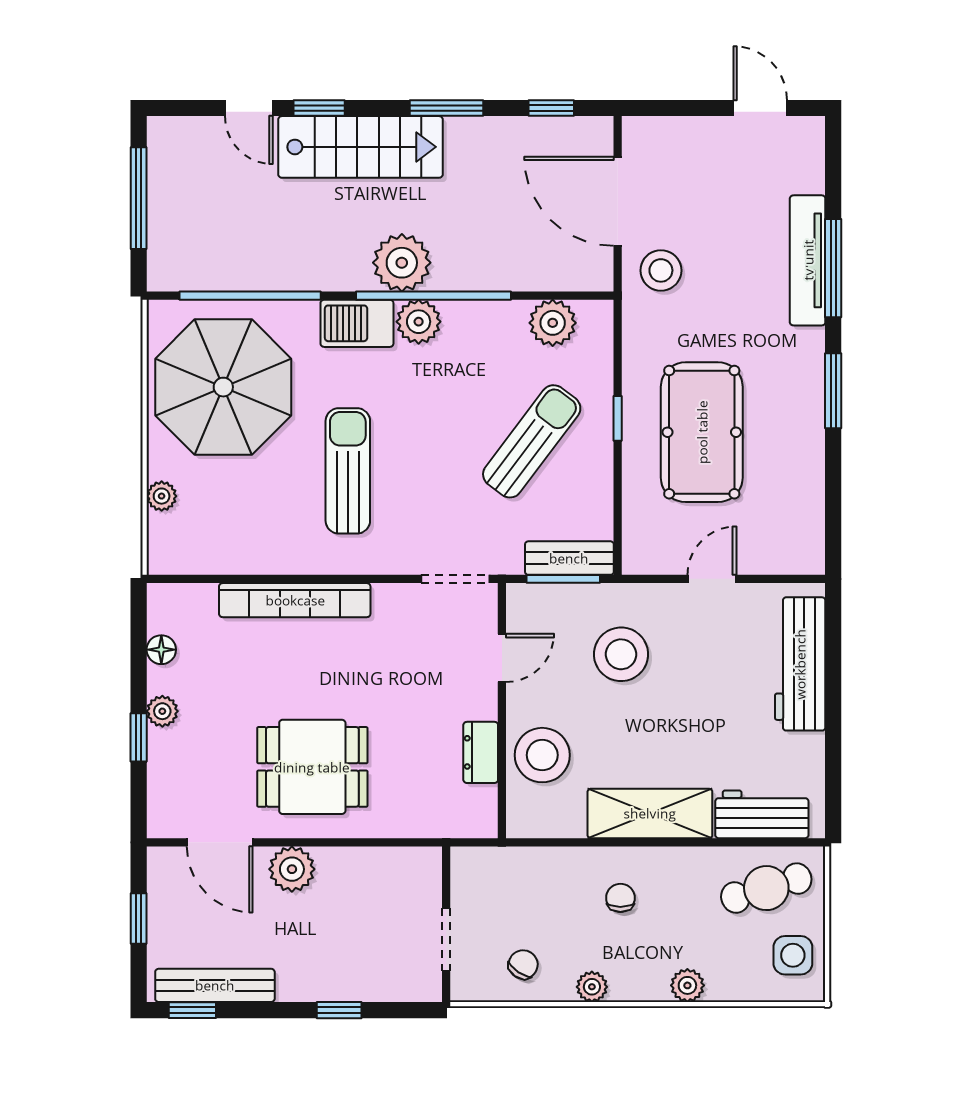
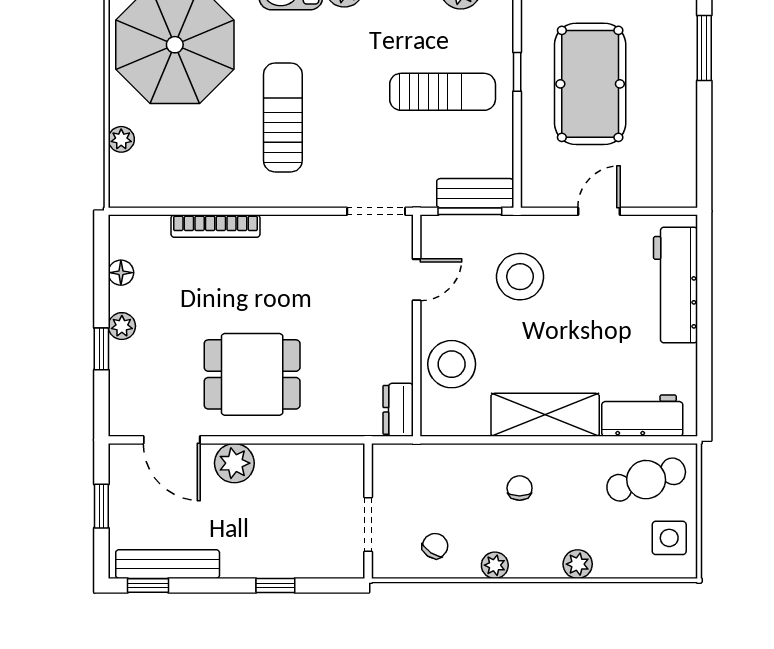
sun lounger: (532, 441) -> (443, 92), turned 53
bookcase: (295, 600) -> (216, 226), width x0.68, depth x0.76
dresser: (481, 752) -> (398, 410), moved

